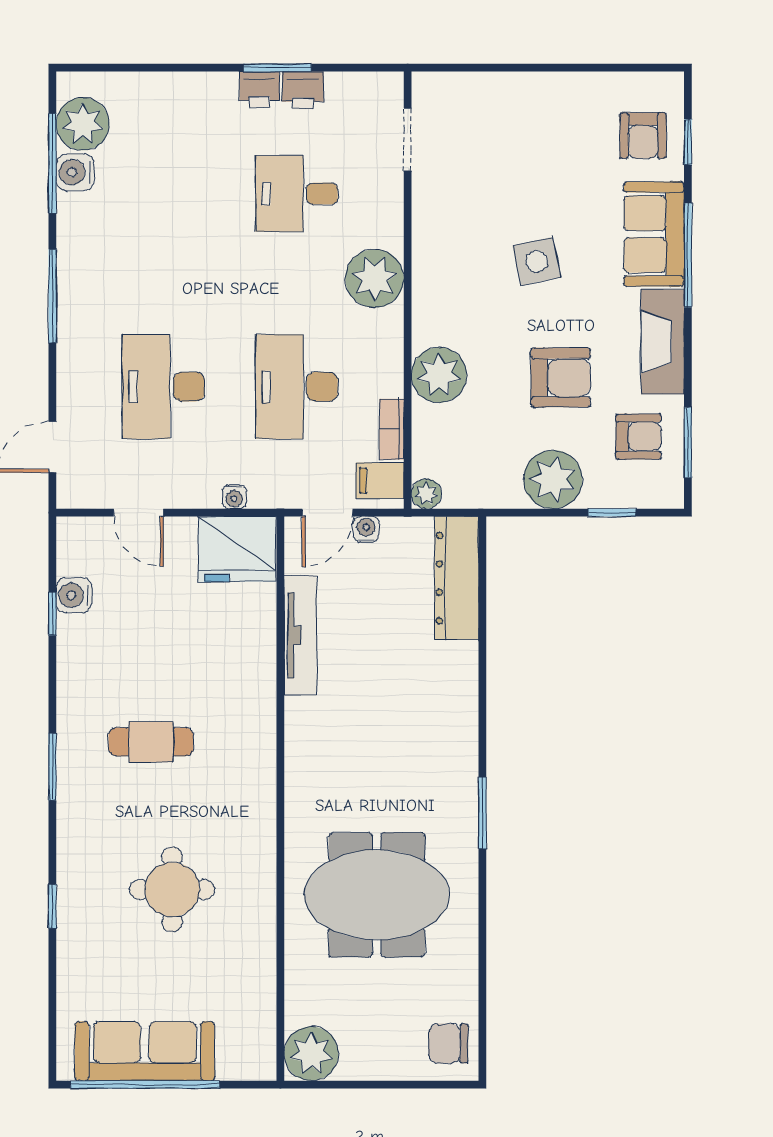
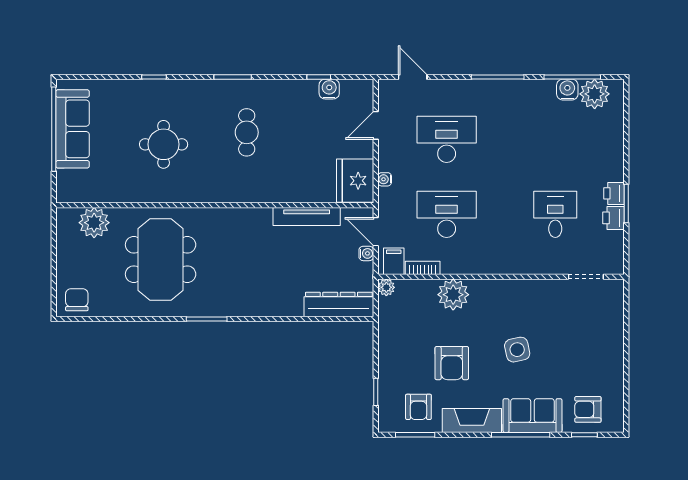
plant: (375, 279) -> (507, 258), removed
plant: (553, 479) -> (394, 359), removed
plant: (311, 1054) -> (94, 223), moved

